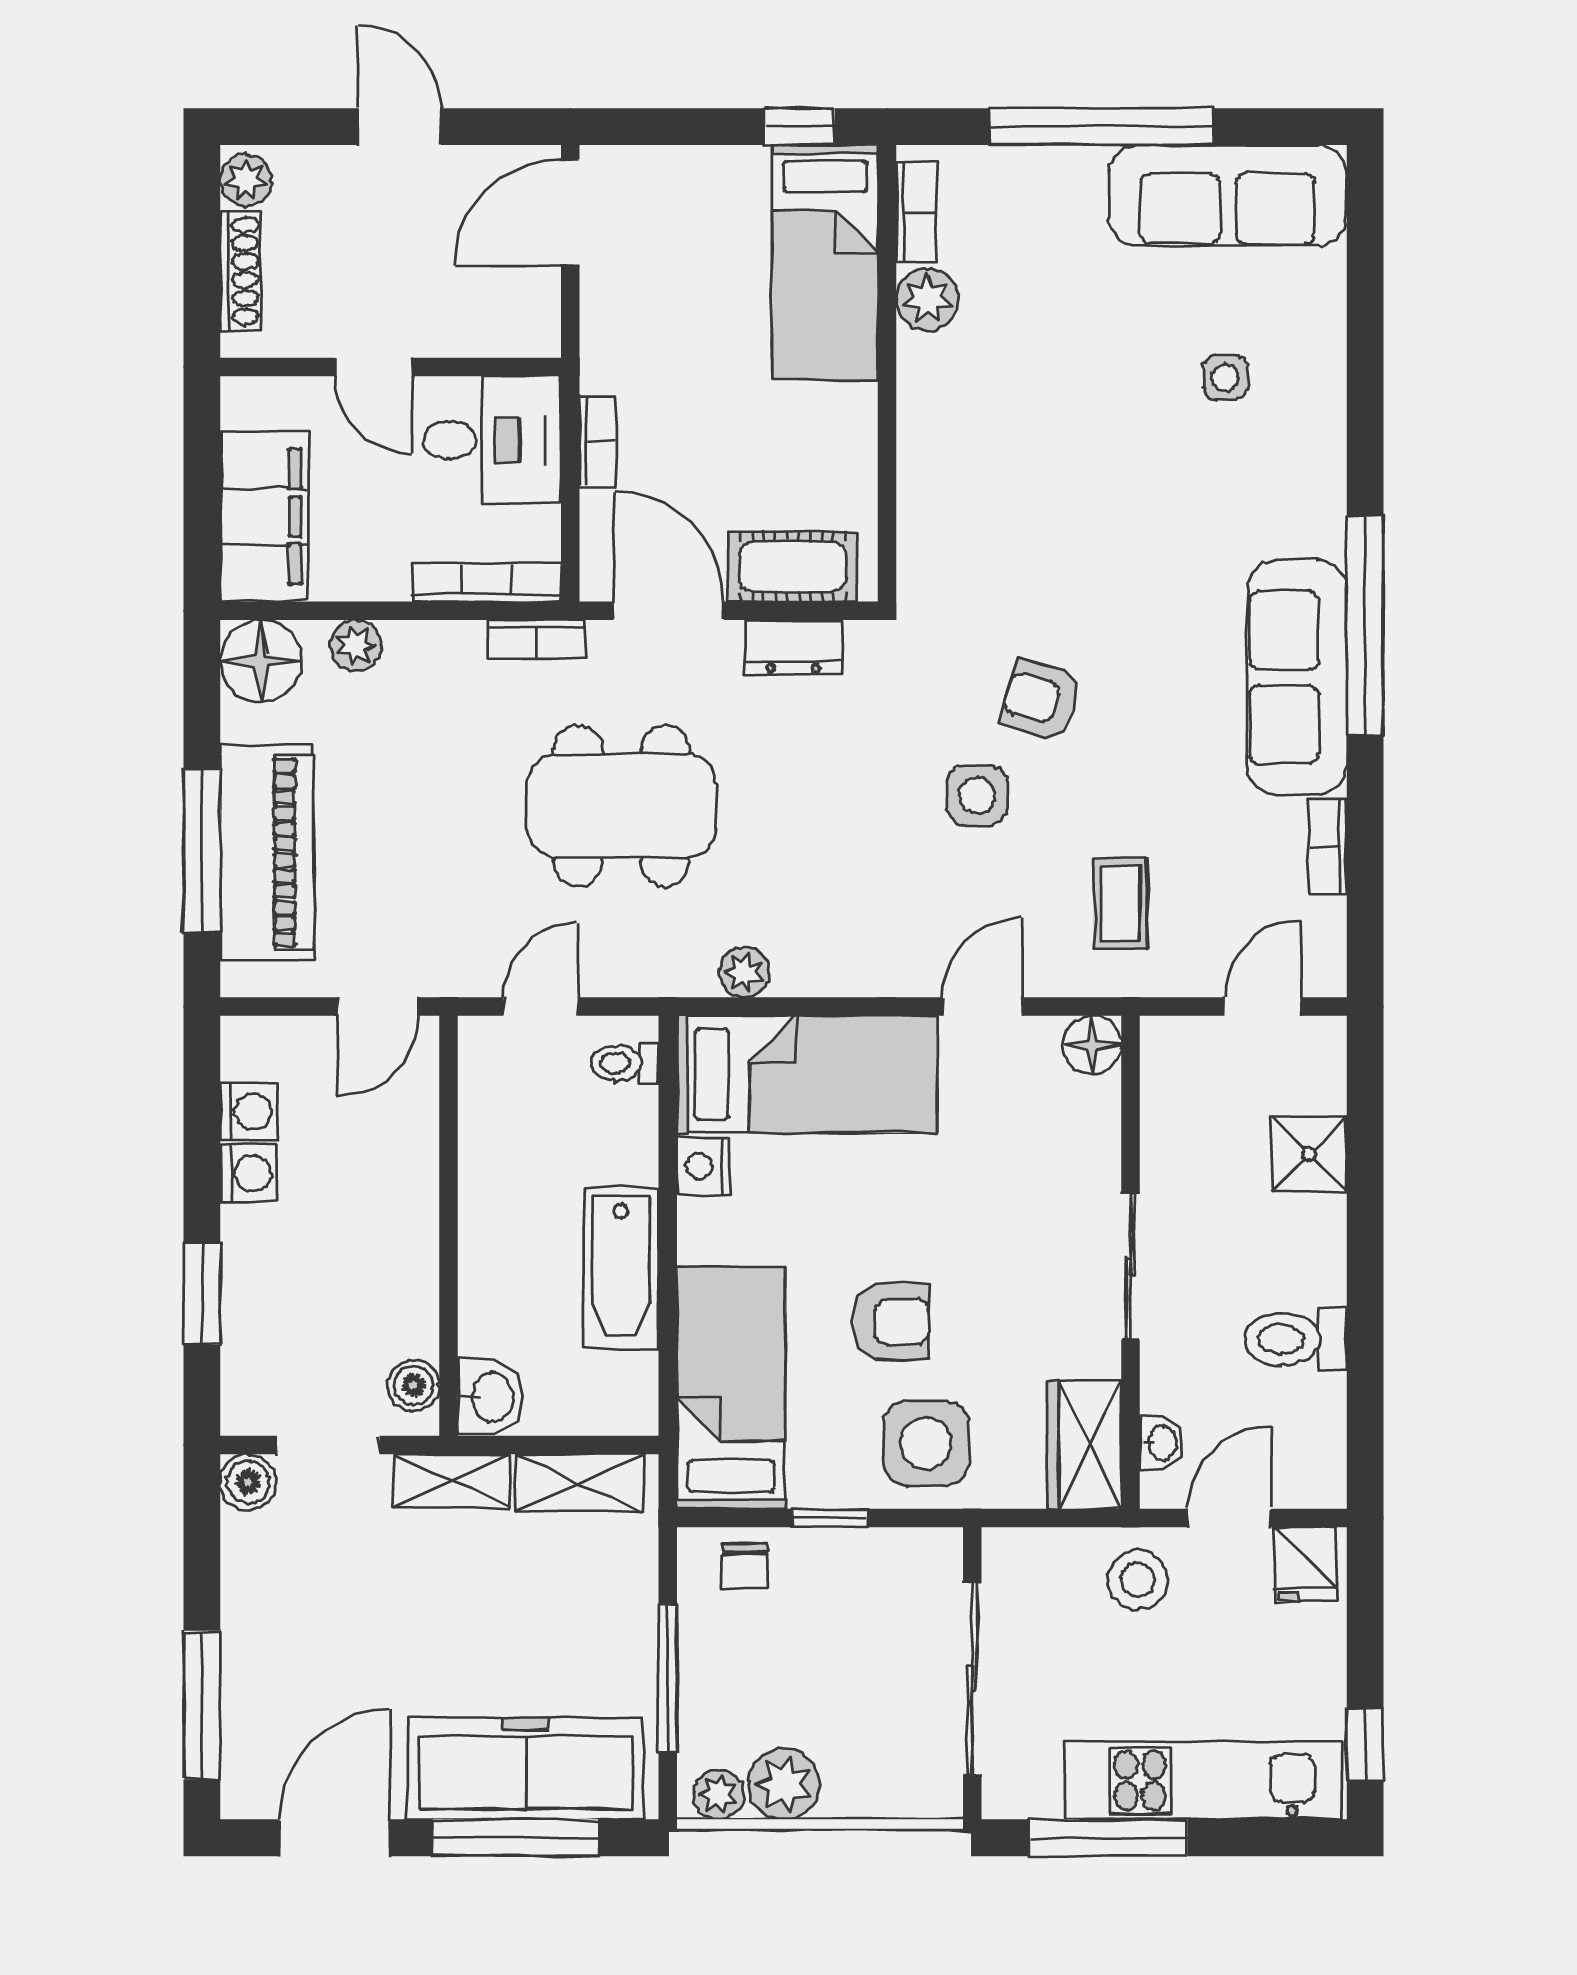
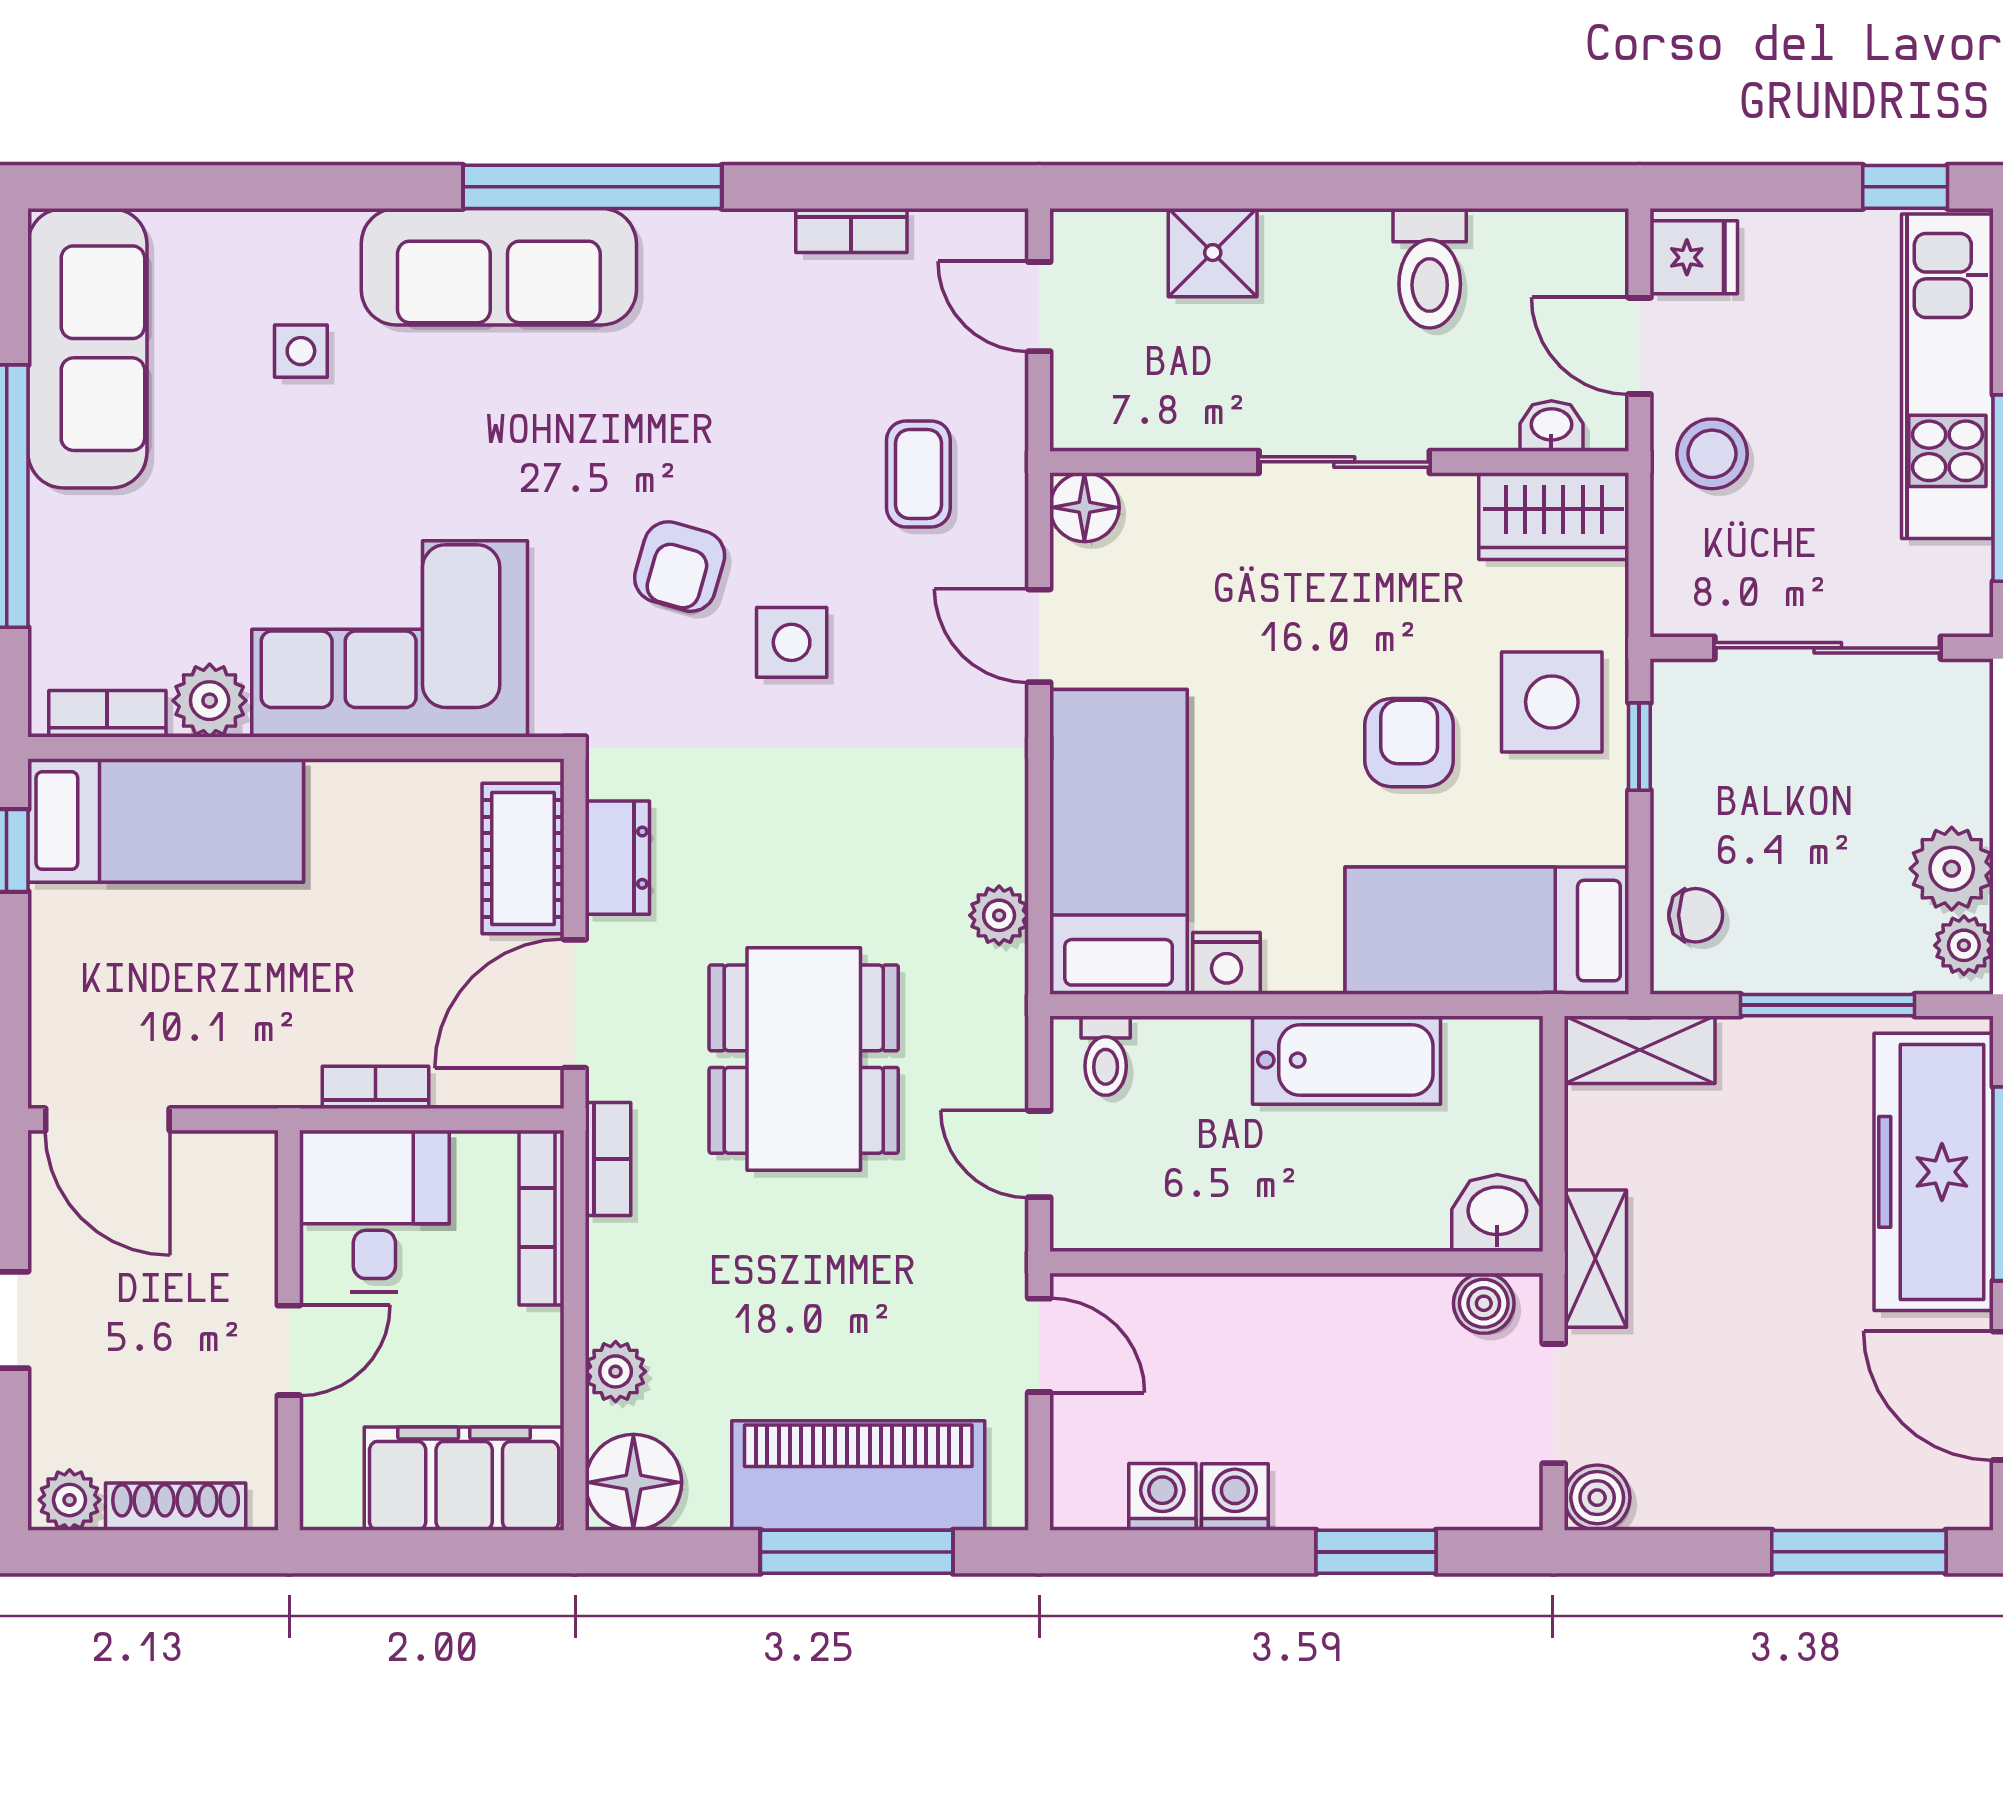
corner sofa: (980, 453) -> (390, 639), added
sofa: (1297, 677) -> (499, 267), moved
coffee table: (1120, 904) -> (918, 474), turned 90
shelving: (579, 1483) -> (1640, 1050), moved, turned 90
window: (829, 1518) -> (1639, 747), moved

